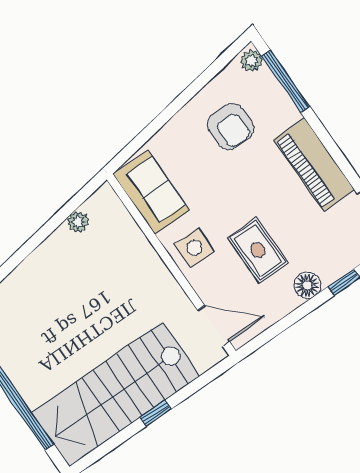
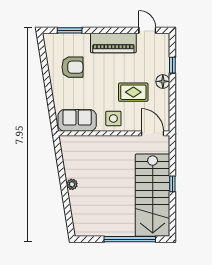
plant: (252, 61) -> (51, 39), removed
window: (286, 81) -> (70, 30), width x0.69
plant: (78, 222) -> (72, 184), moved
door: (214, 326) -> (152, 133), hinge flipped

